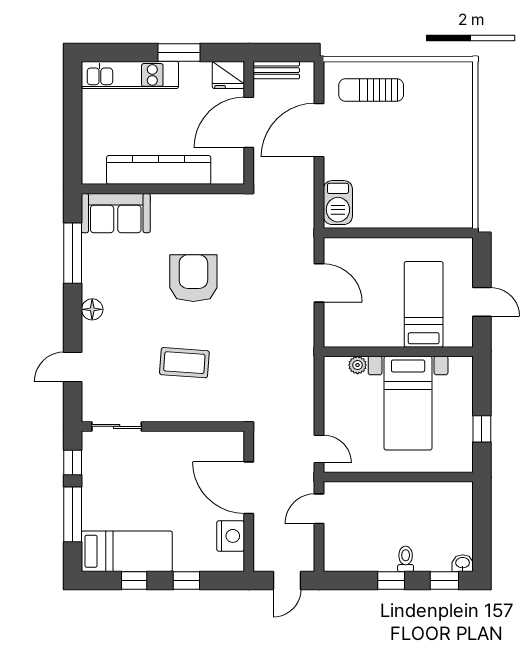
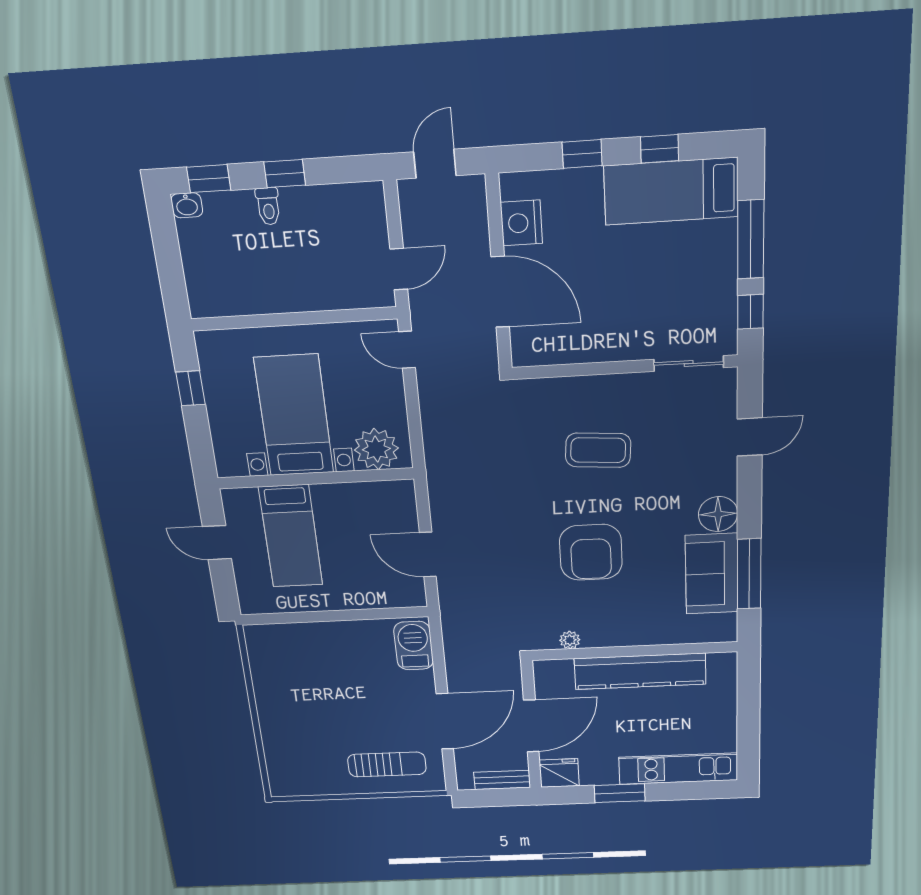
plant: (213, 202) -> (570, 640), added
sofa: (116, 213) -> (712, 574), moved, turned -90
floor lamp: (92, 309) -> (718, 514), width x1.38, depth x1.38
plant: (358, 365) -> (376, 449), width x1.88, depth x1.88

